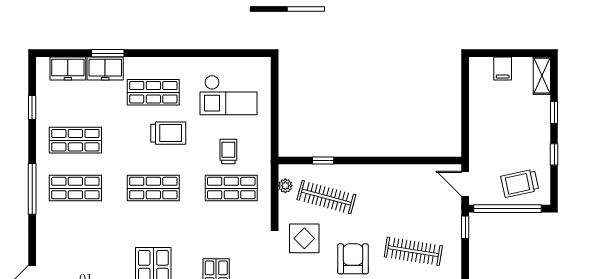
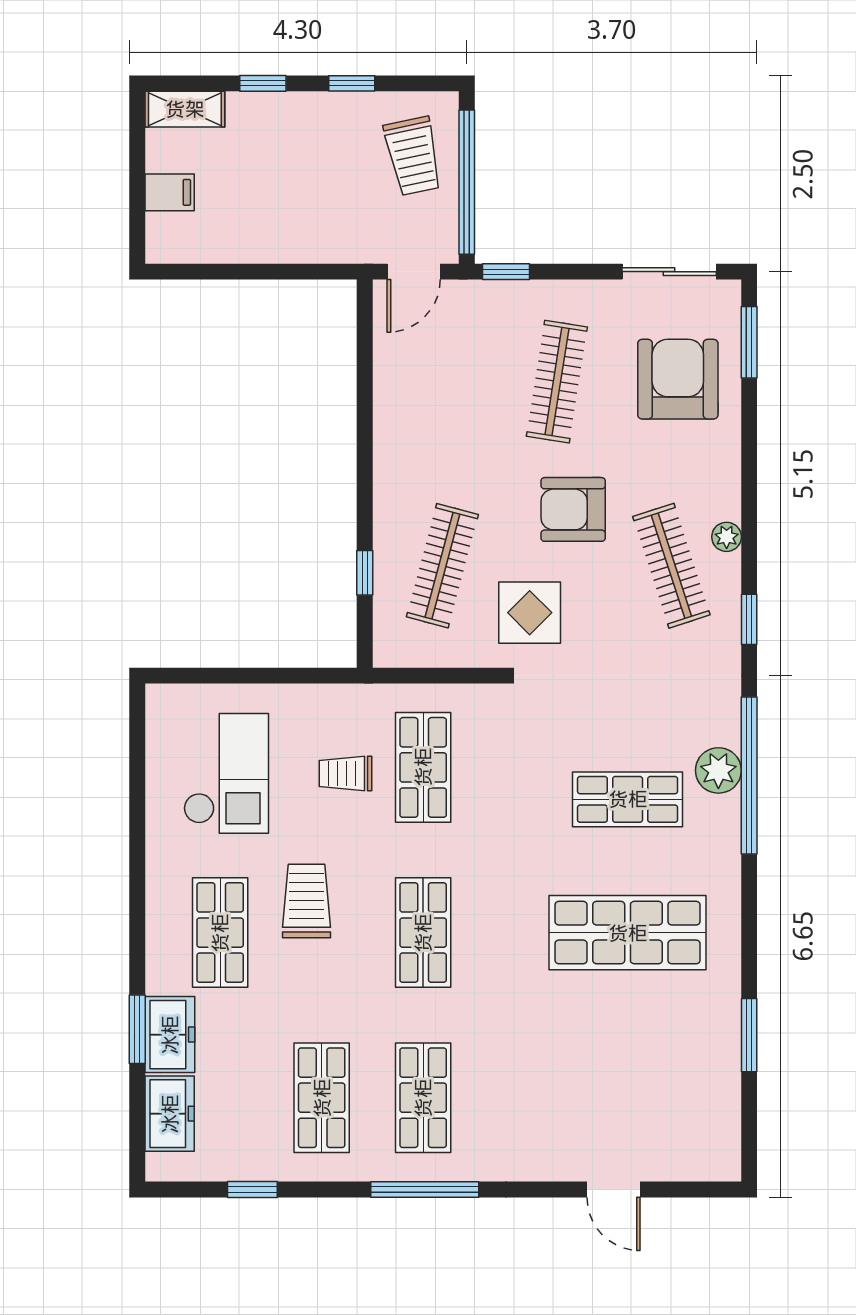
plant: (285, 186) -> (418, 653), removed

